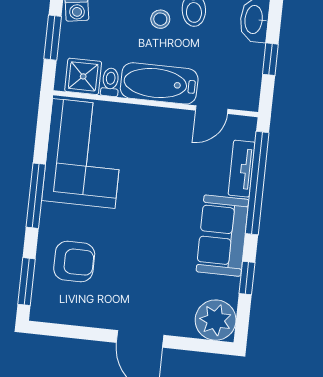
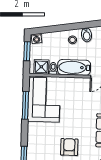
window: (36, 196) -> (25, 105), moved
armchair: (74, 262) -> (69, 147), moved, turned -90

